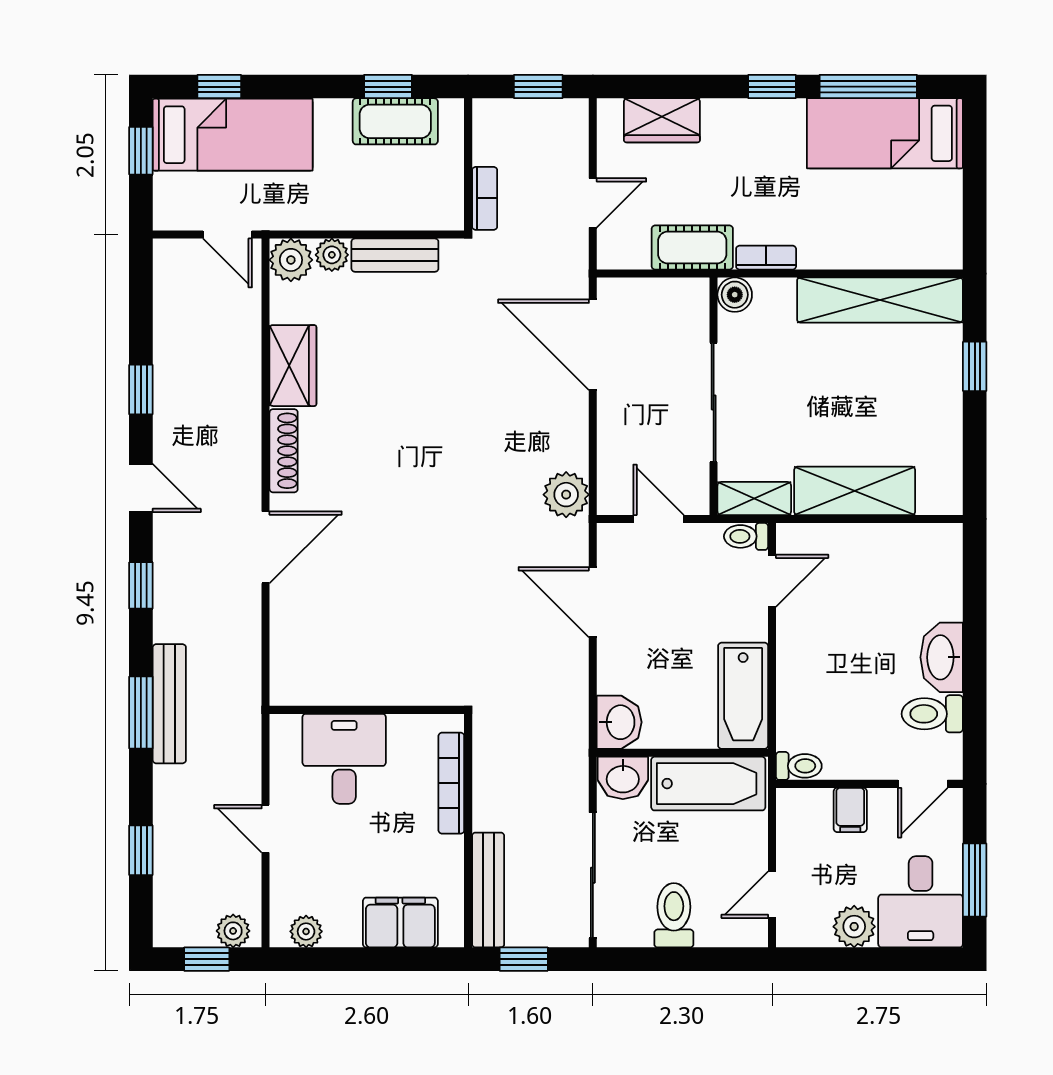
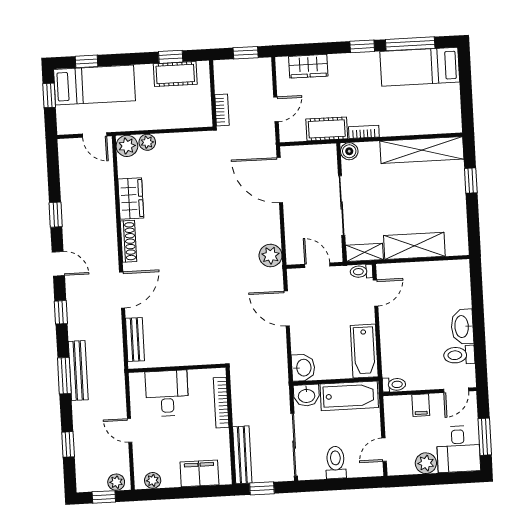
bench: (395, 255) -> (135, 340), moved, turned 90

